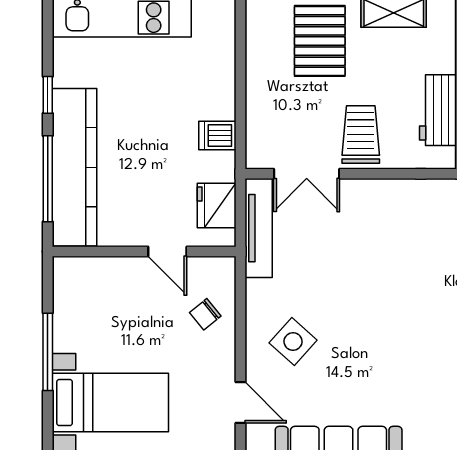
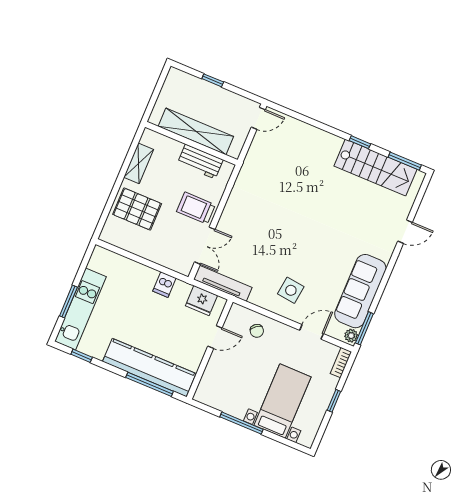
window: (48, 95) -> (82, 356), moved
side table: (293, 342) -> (291, 290), turned -35

